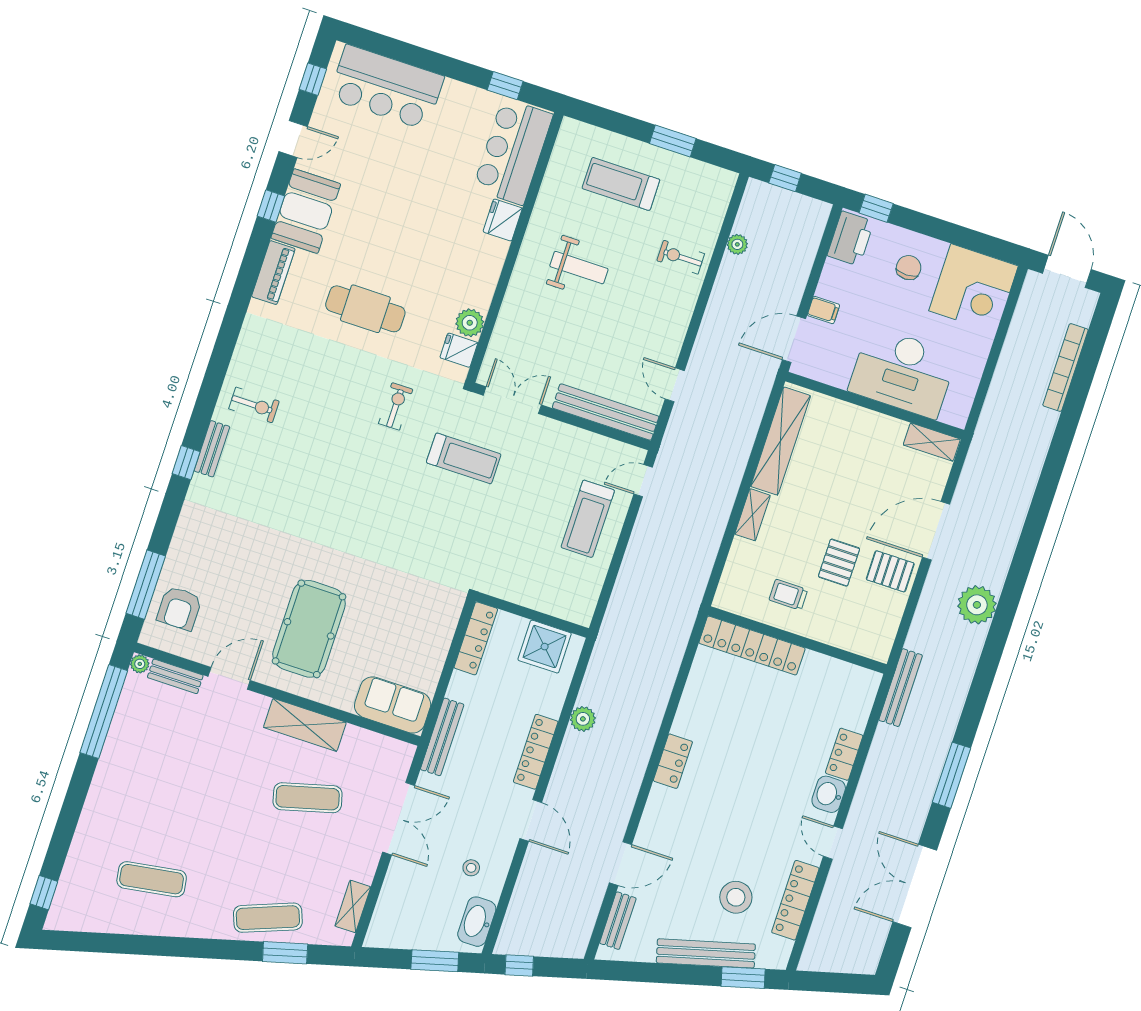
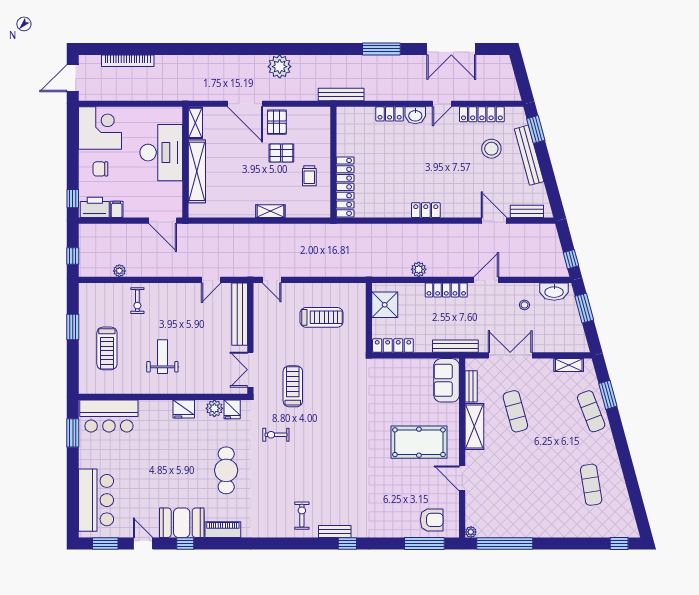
window: (313, 79) -> (105, 544), width x1.50
window: (505, 86) -> (73, 433), width x1.50
fridge: (503, 220) -> (184, 409), moved
filing cabinet: (823, 310) -> (117, 209), moved
shelving: (781, 441) -> (197, 171), moved, turned 90
treadmill: (588, 519) -> (322, 317), moved
bench: (175, 676) -> (471, 386), moved

